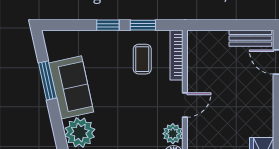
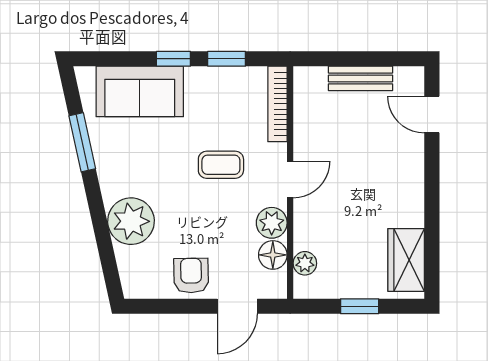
bench: (250, 38) -> (360, 78), moved
coffee table: (142, 59) -> (221, 165), moved, turned 90
sofa: (71, 87) -> (140, 91), moved, turned 102

